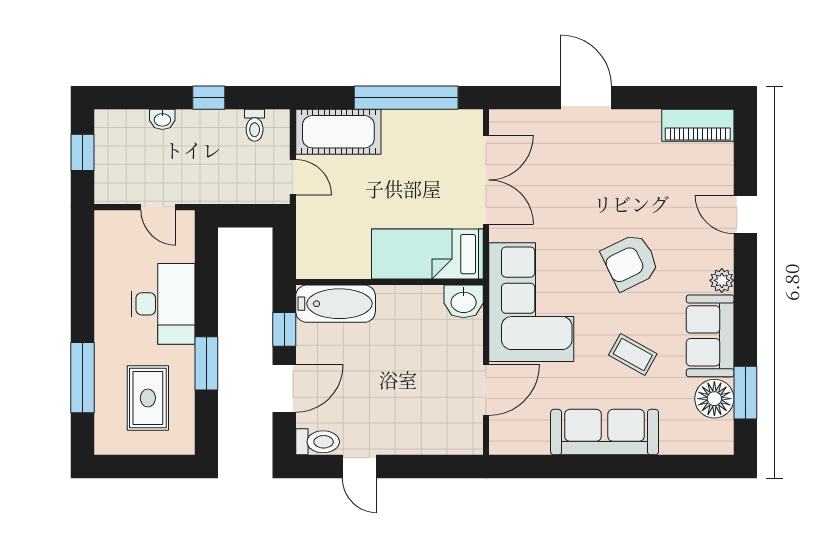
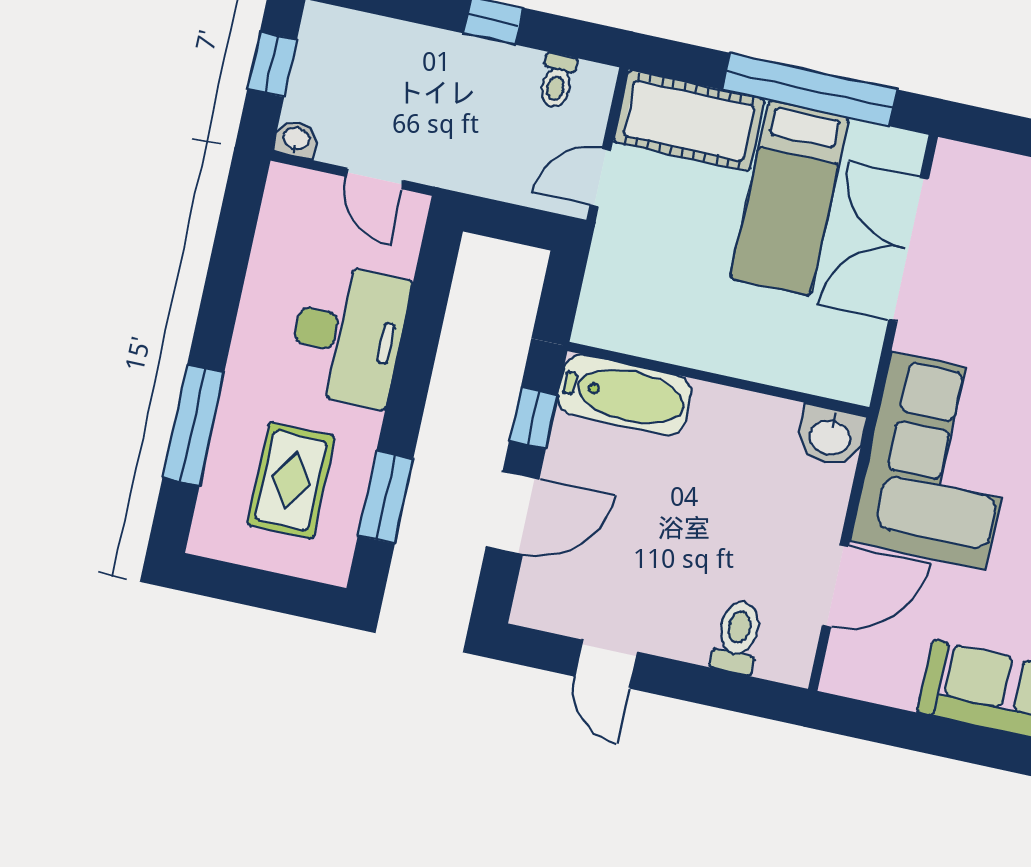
washbasin: (162, 119) -> (296, 139), moved, turned 180
door: (293, 177) -> (600, 177), swing flipped
double door: (486, 180) -> (909, 249), swing flipped
bed: (427, 254) -> (790, 198), moved, turned -90
window: (206, 363) -> (386, 497), moved
toilet: (318, 442) -> (737, 637), moved, turned -90

